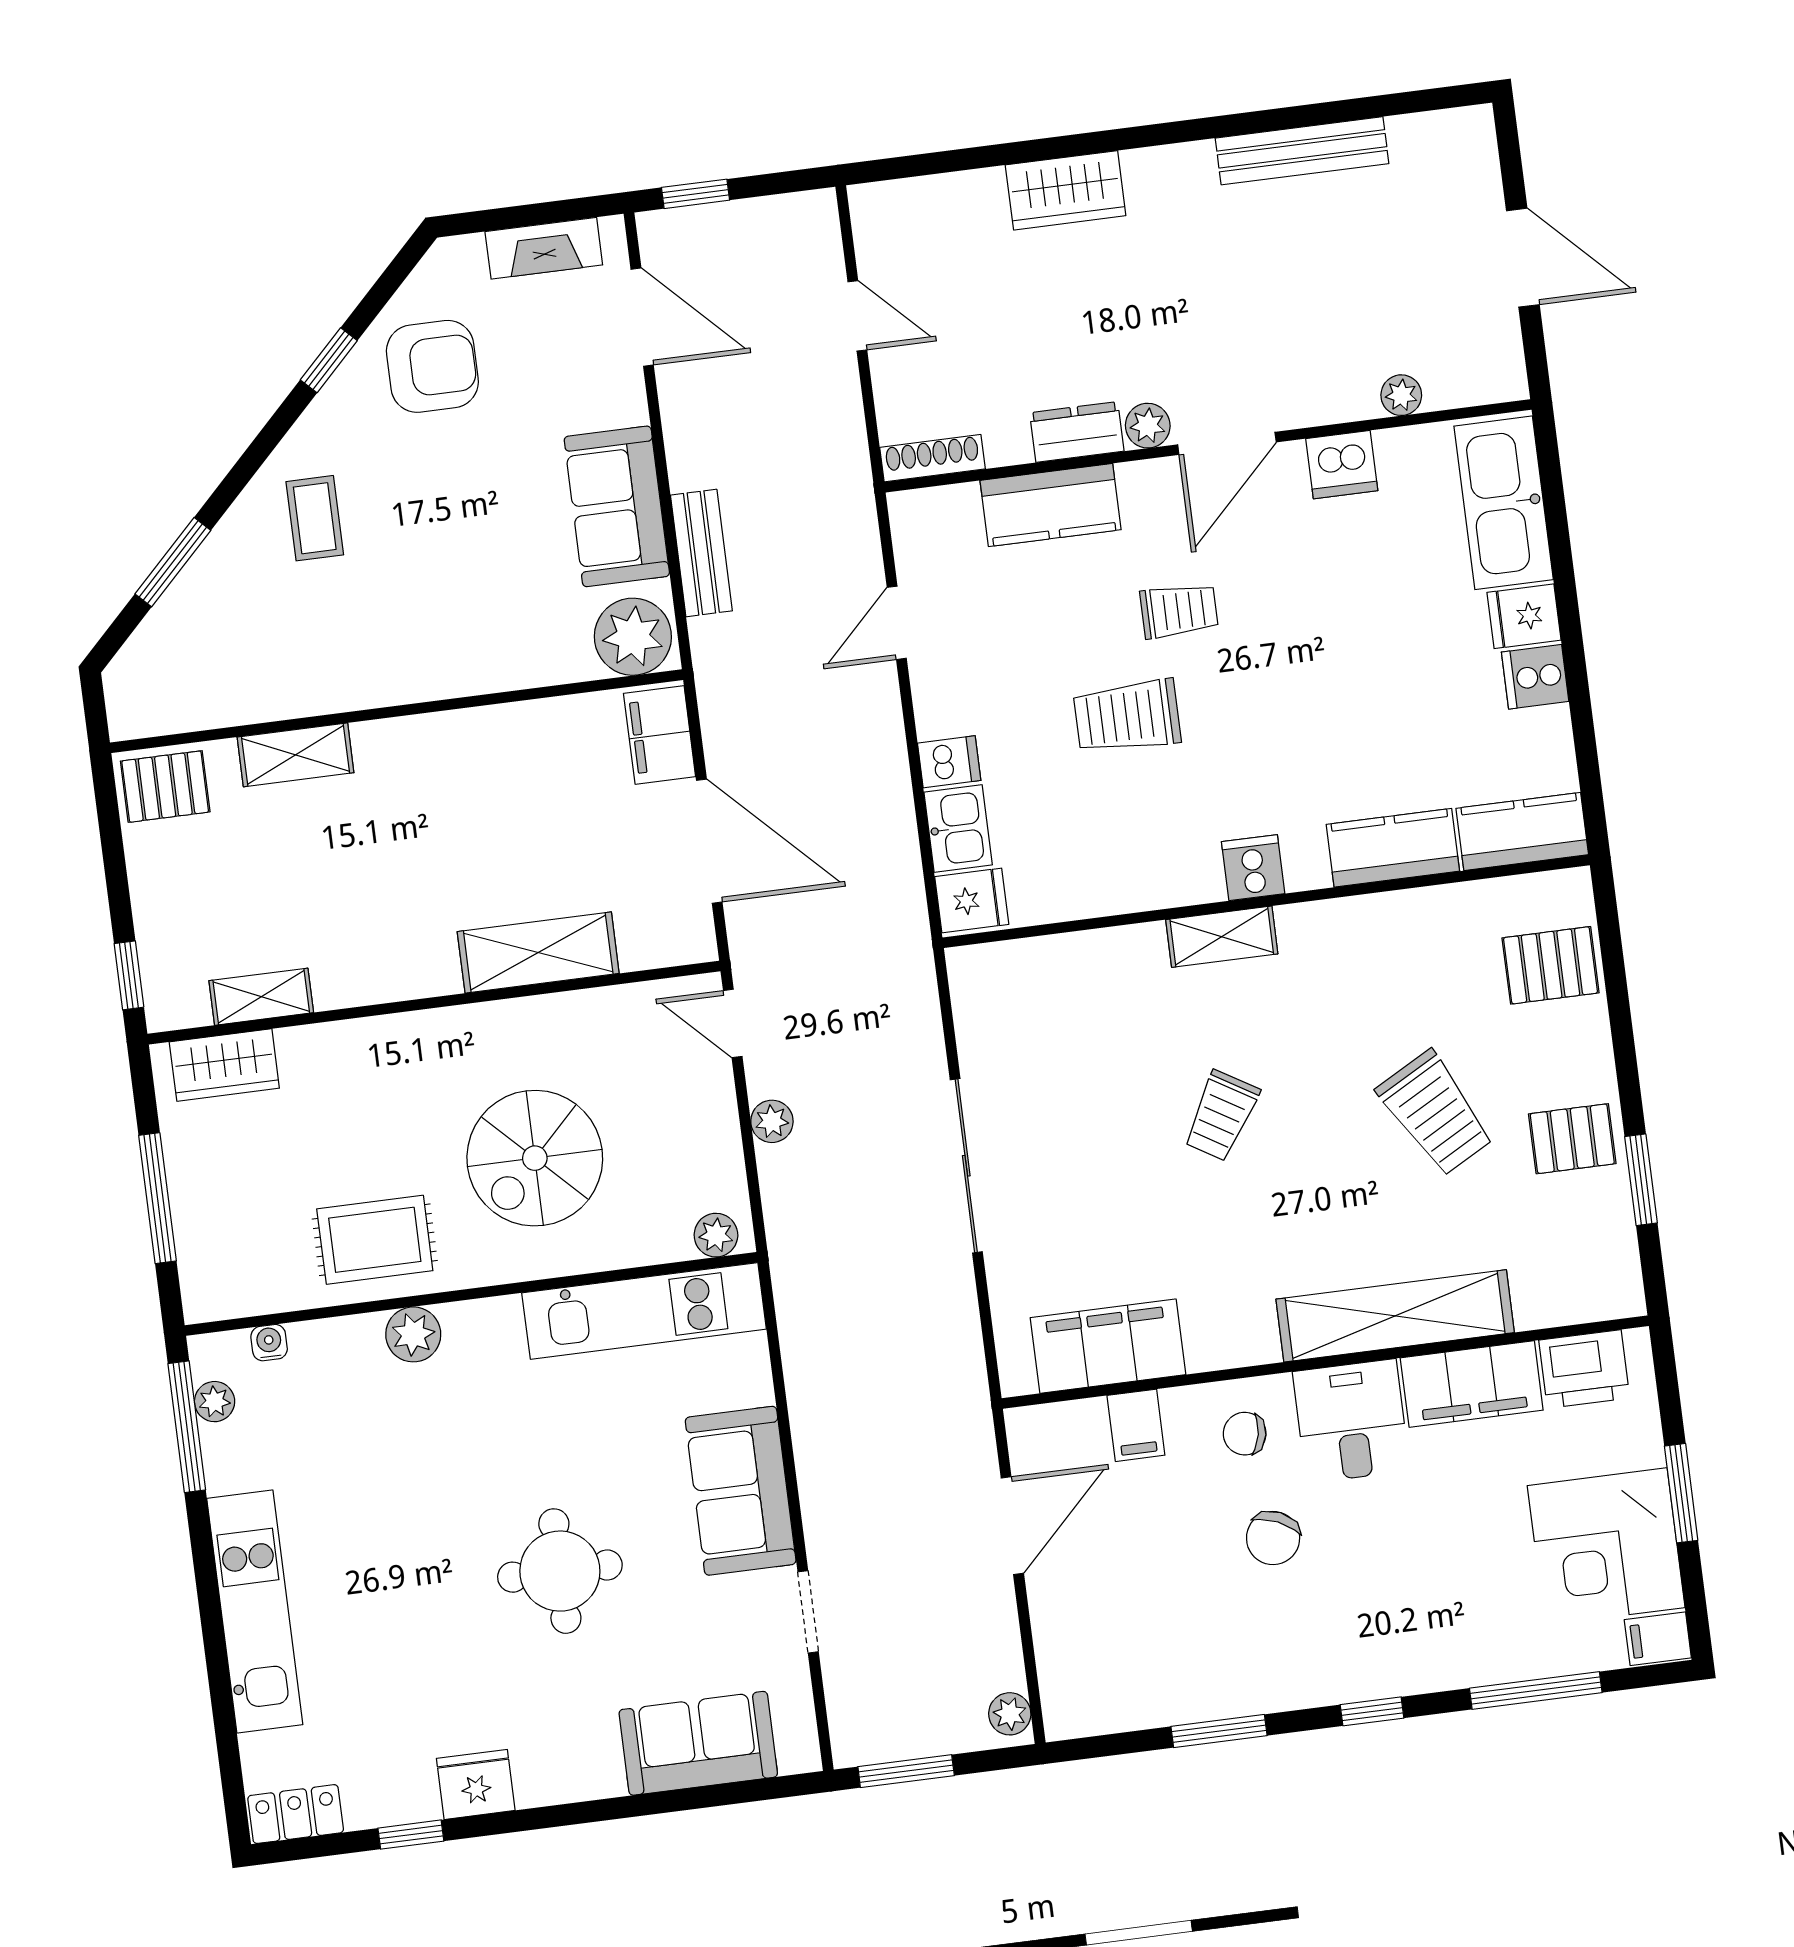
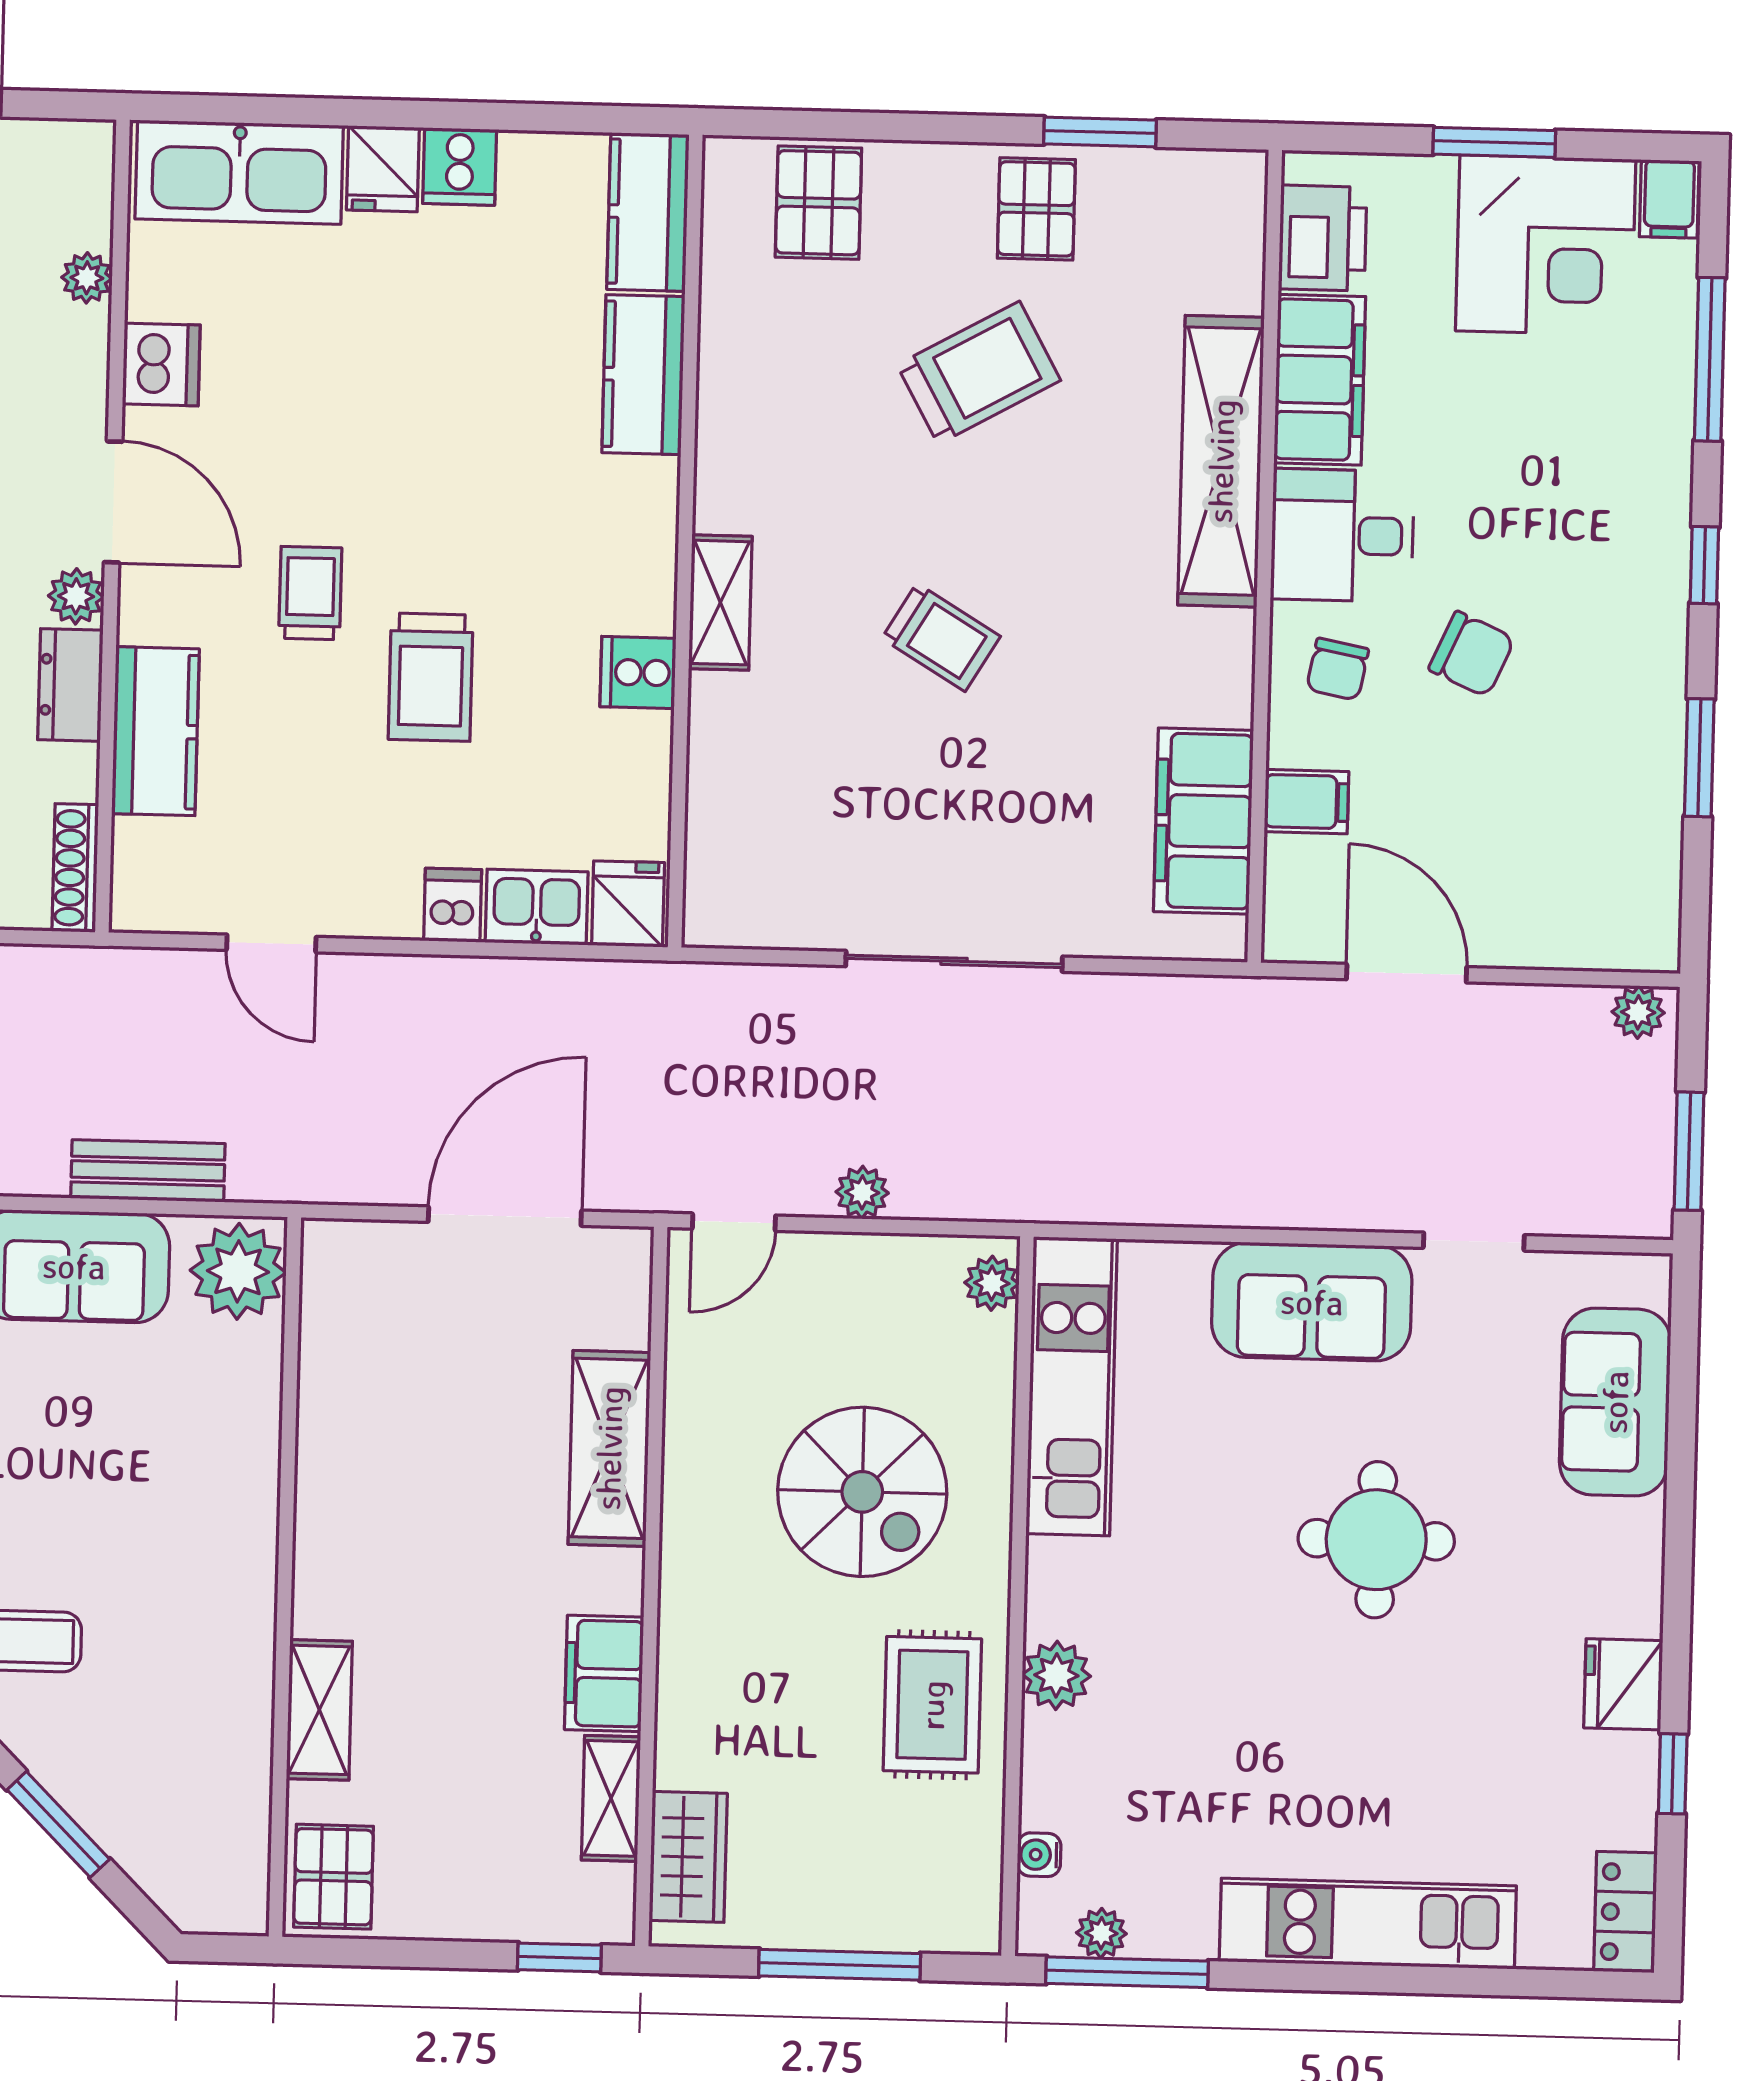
filing cabinet: (660, 735) -> (604, 1673), moved, turned 90
cooker: (1253, 868) -> (638, 672), moved

